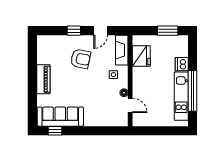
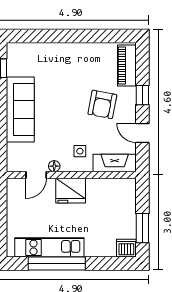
fridge: (141, 56) -> (71, 191), moved
dishwasher: (182, 64) -> (126, 248), moved
piano: (43, 79) -> (127, 66), moved, turned 90
sofa: (60, 117) -> (20, 110), moved

